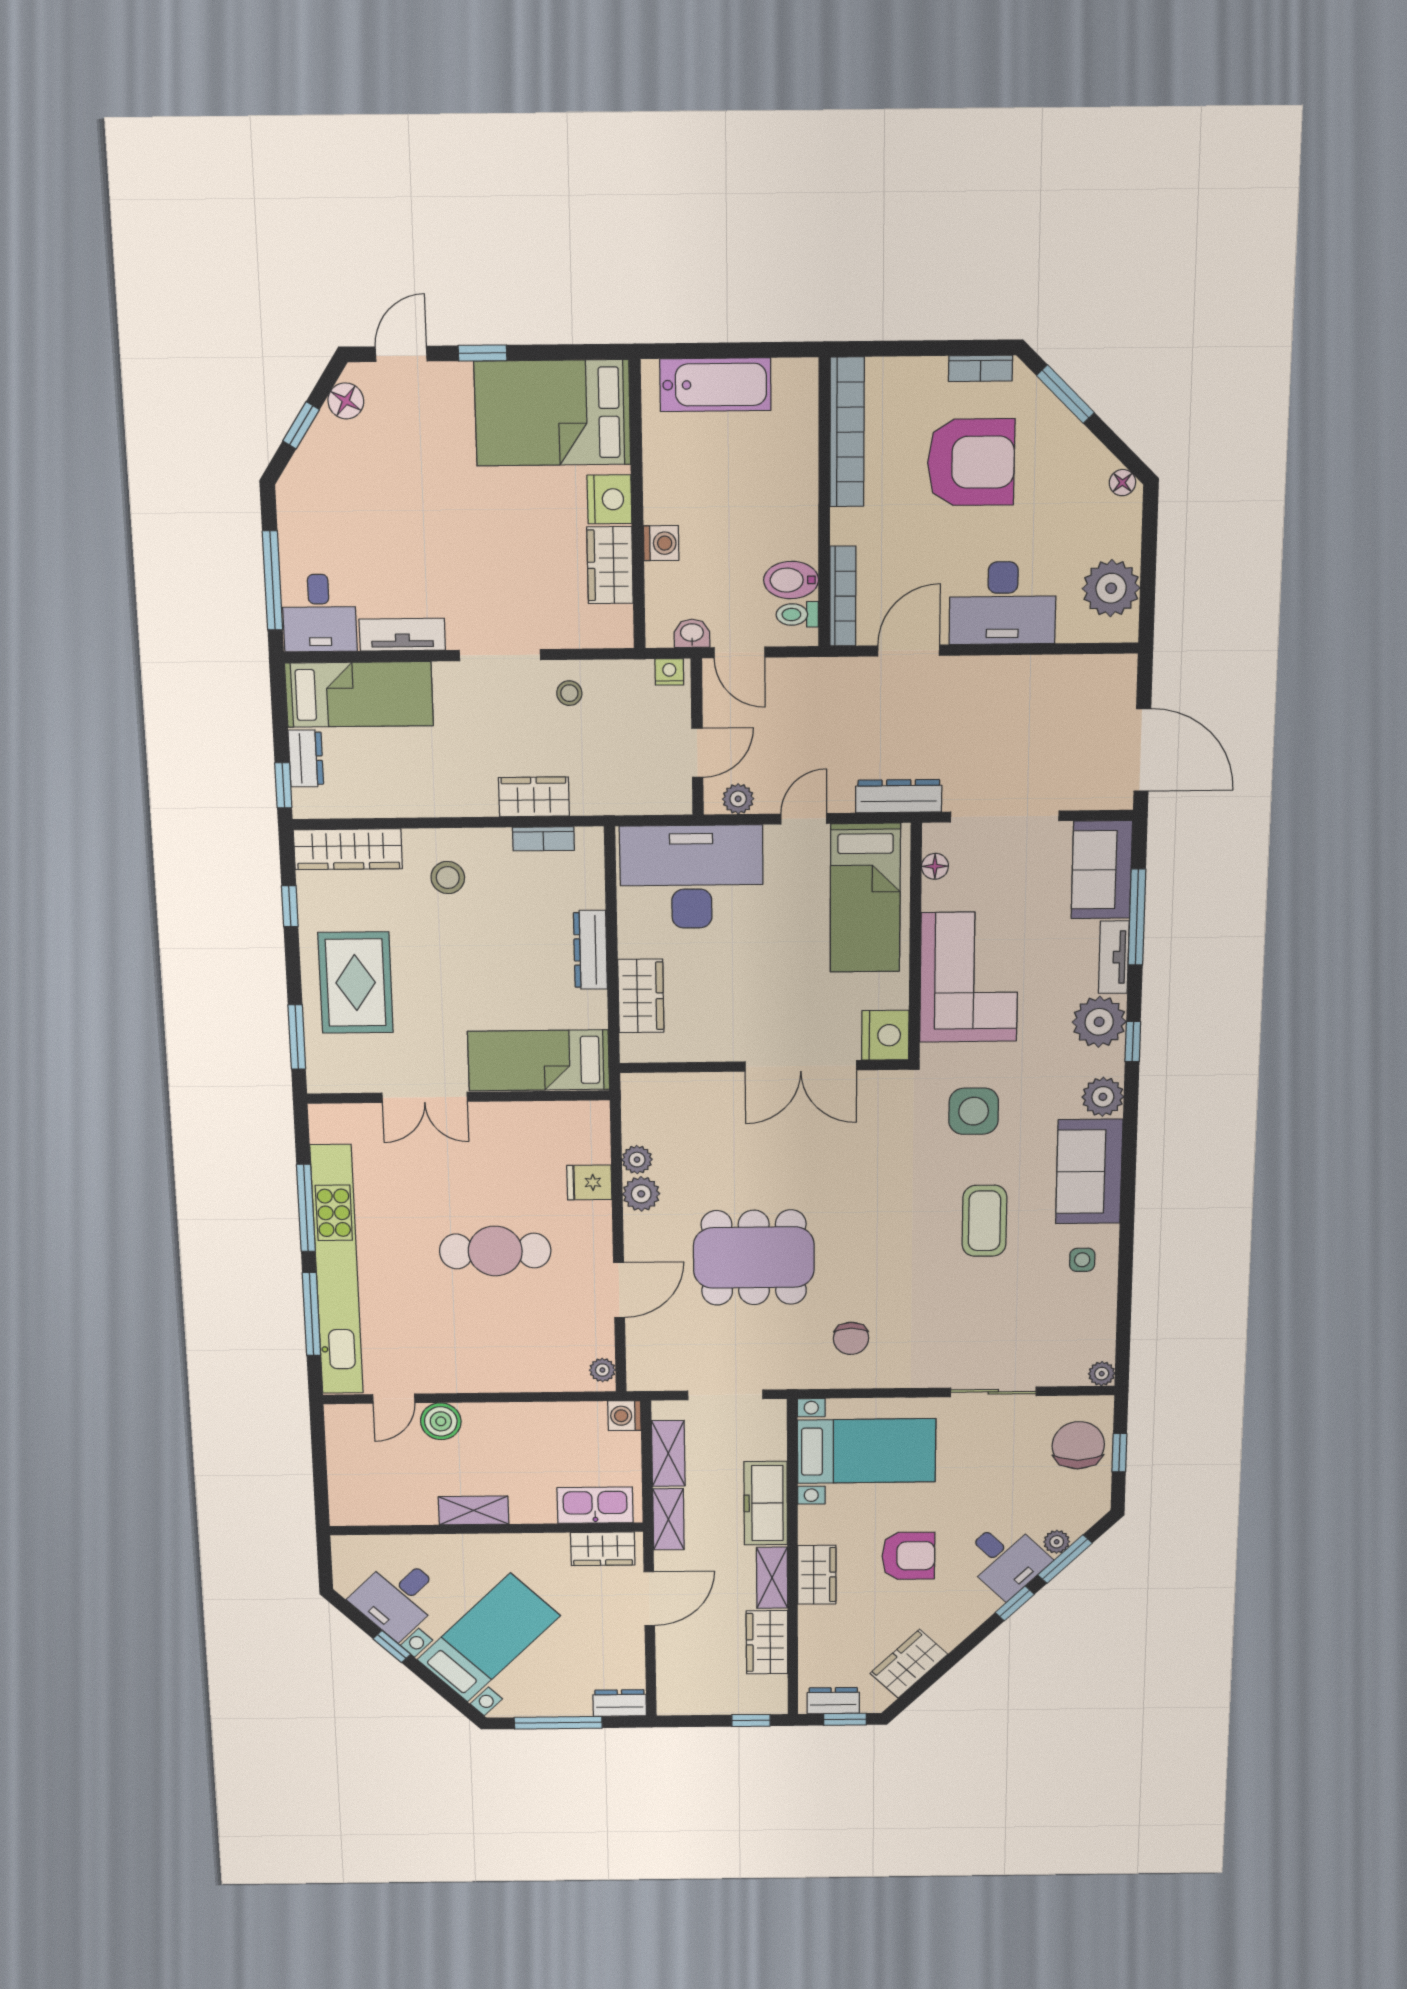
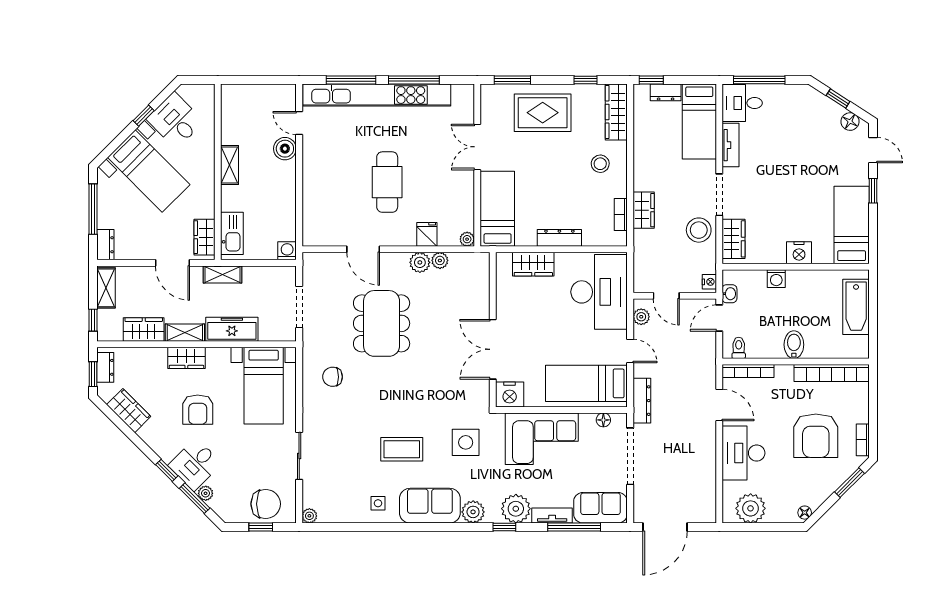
bed: (553, 413) -> (852, 225), width x0.67
wardrobe: (610, 565) -> (734, 239), moved, turned 90
bidet: (791, 580) -> (794, 345), moved
stool: (569, 693) -> (699, 230), width x1.89, depth x1.89
plant: (602, 1370) -> (467, 239), moved
shelving: (668, 1453) -> (106, 288), moved, turned 90

